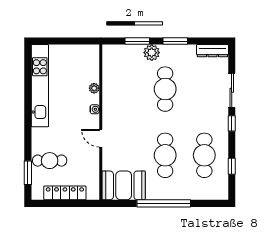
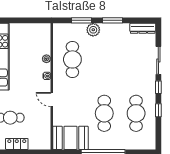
cafe table: (165, 89) -> (72, 59), moved
window: (232, 166) -> (158, 110), moved
locker: (65, 193) -> (17, 144), width x0.66

